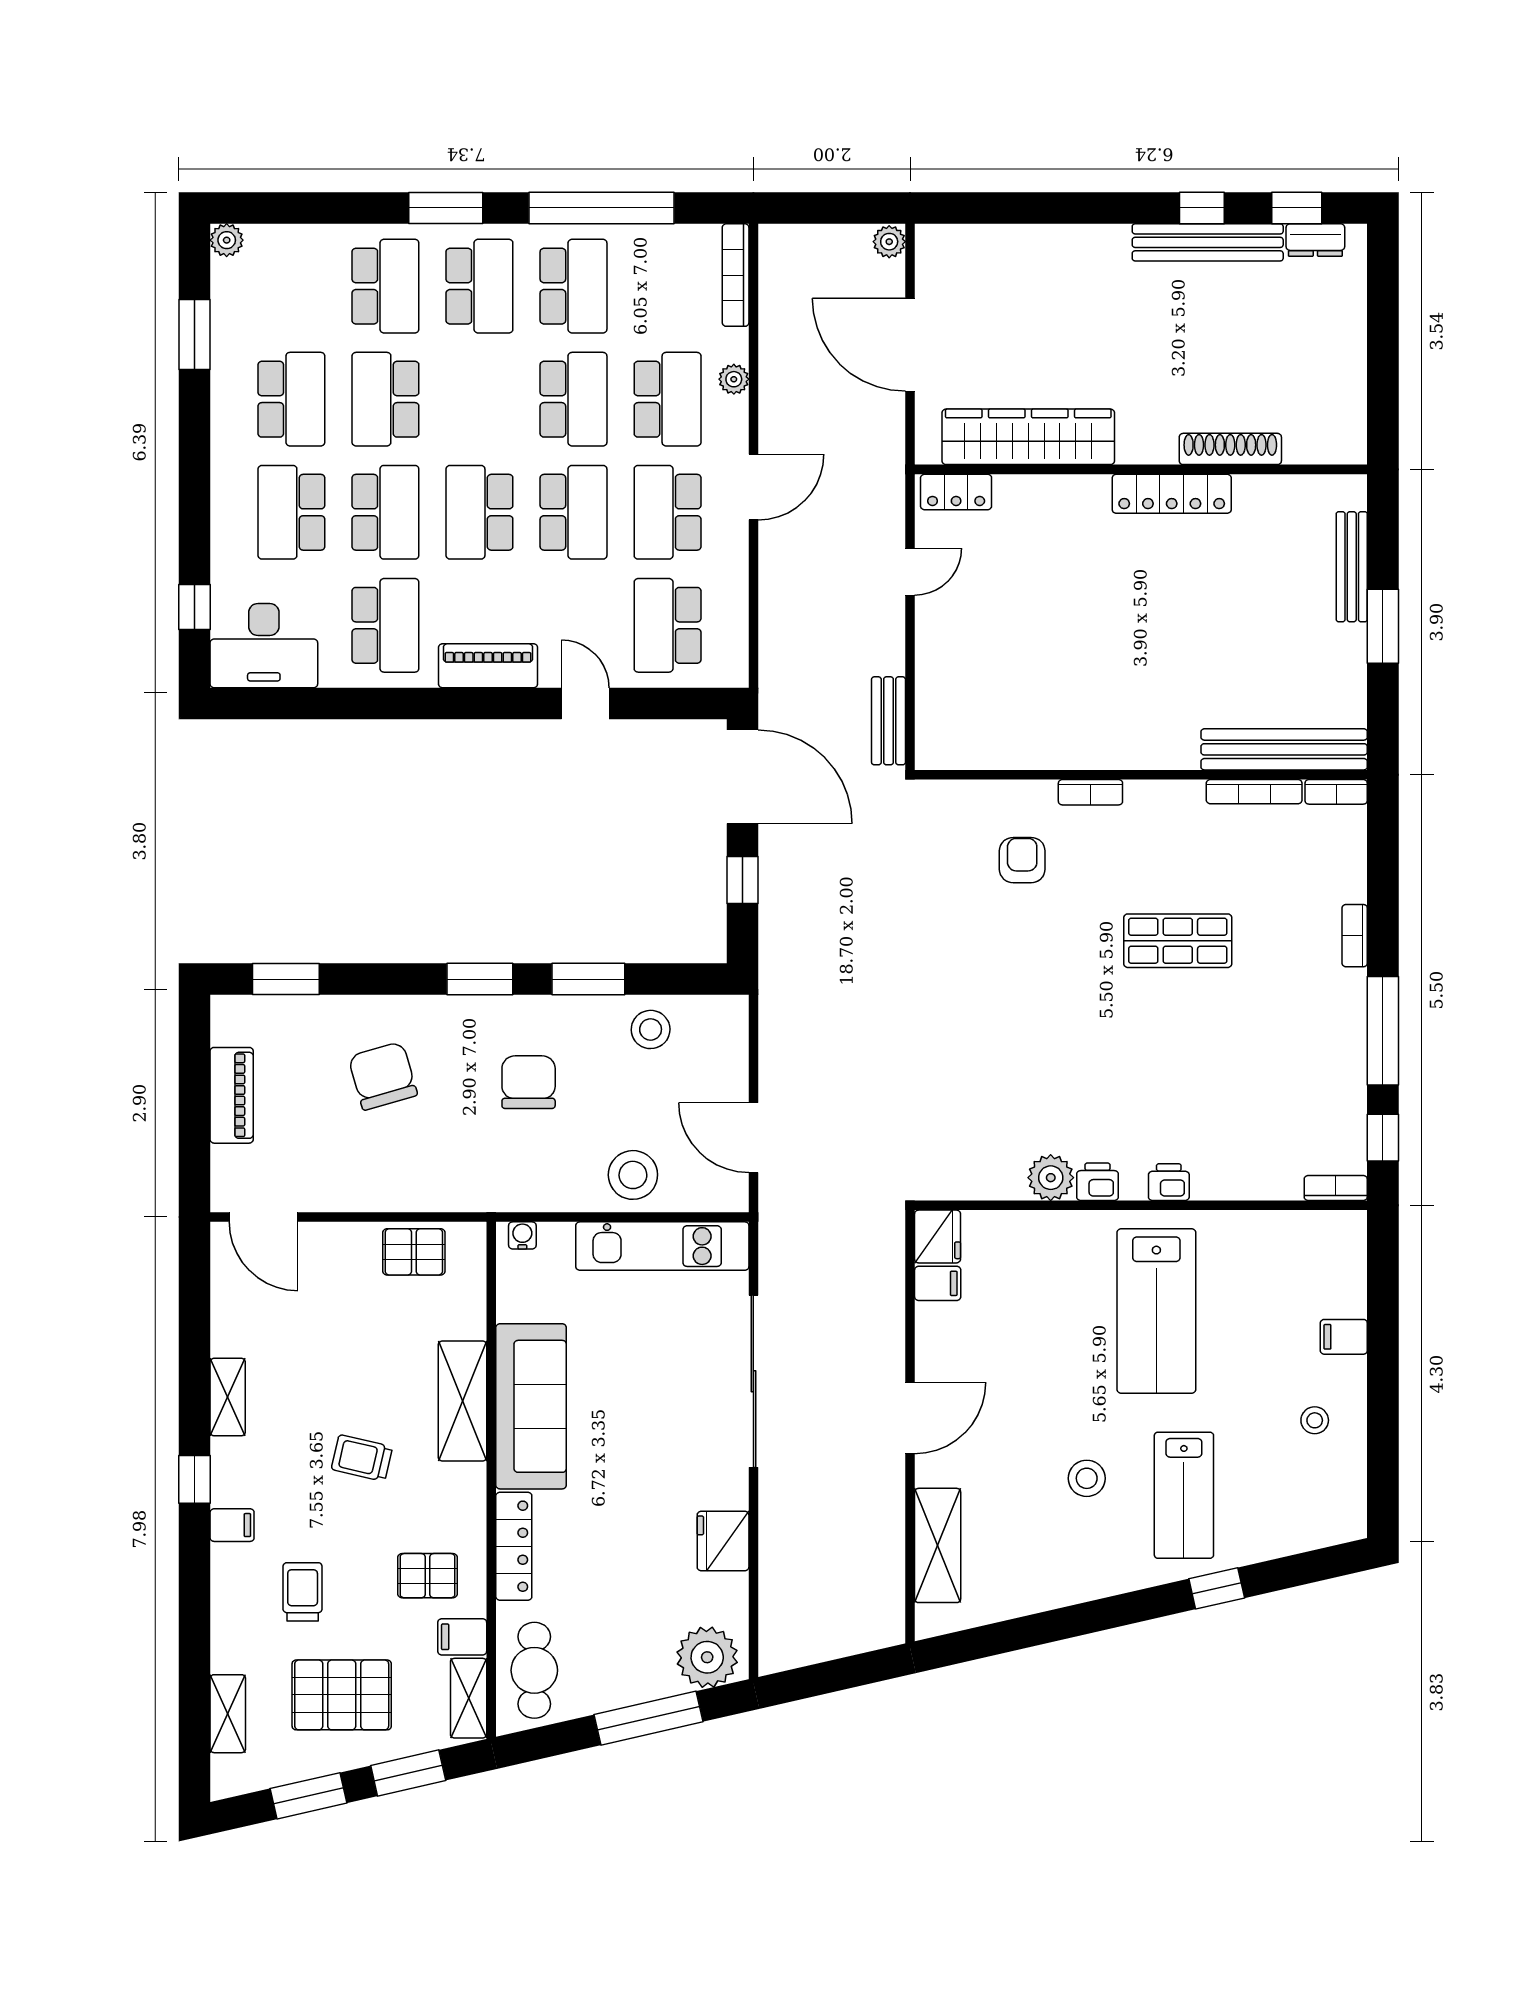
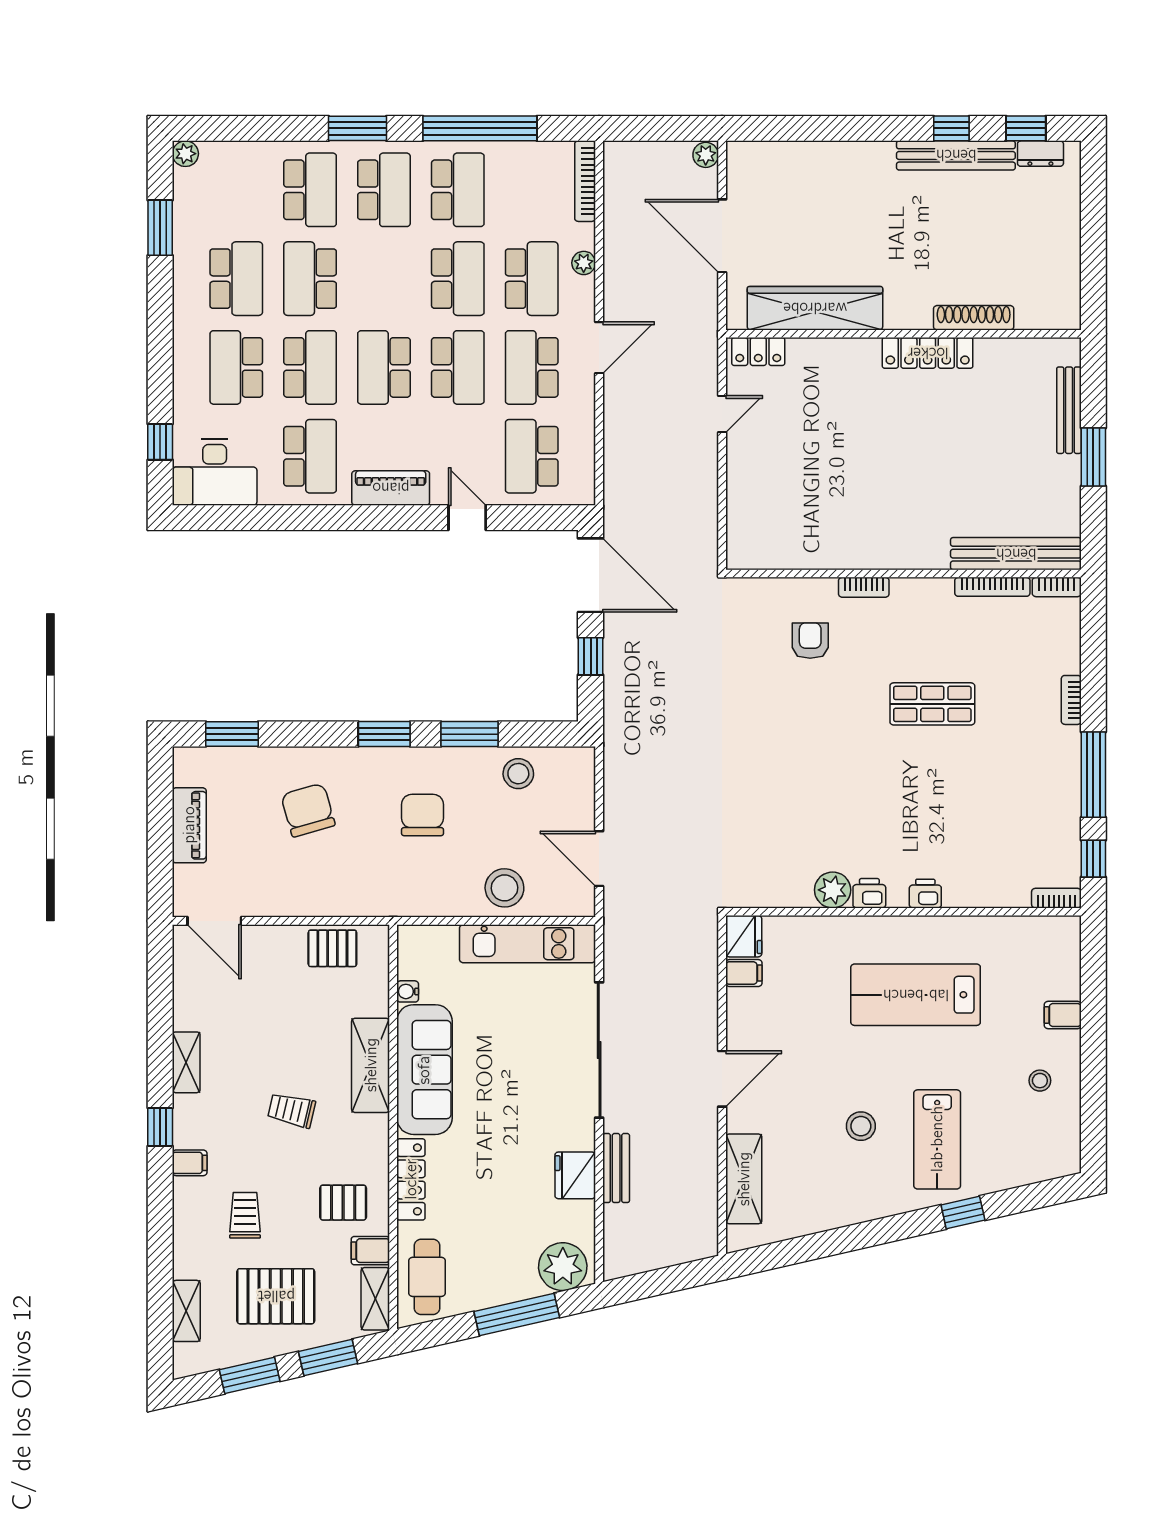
bench: (888, 721) -> (616, 1168), moved
water cooler: (522, 1235) -> (408, 991), moved, turned -90
lab bench: (1156, 1311) -> (916, 995), turned 90

